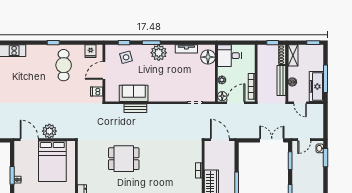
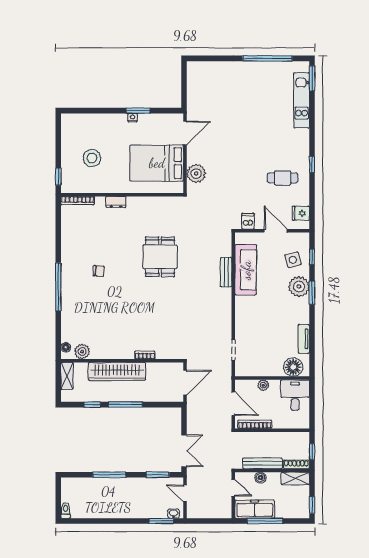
plant: (159, 53) -> (299, 287), moved
cafe table: (64, 65) -> (283, 178), width x0.73, depth x0.74
sofa: (134, 93) -> (246, 270), width x1.36
floor lamp: (222, 96) -> (242, 386), removed
door: (300, 103) -> (233, 488), swing flipped
plant: (49, 131) -> (196, 174), moved

